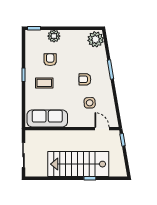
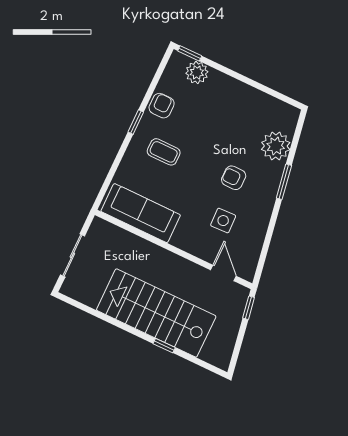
plant: (54, 36) -> (197, 73), moved
plant: (96, 39) -> (276, 146), moved
armchair: (50, 60) -> (162, 106), moved

